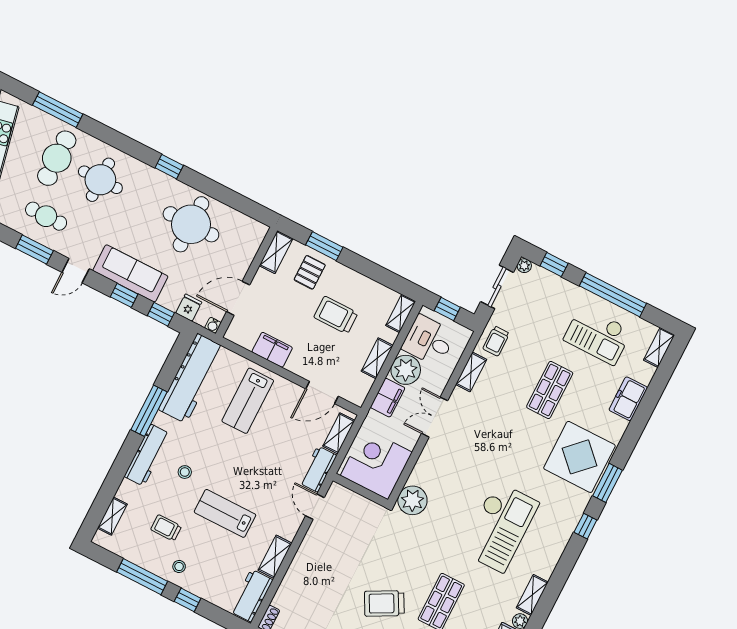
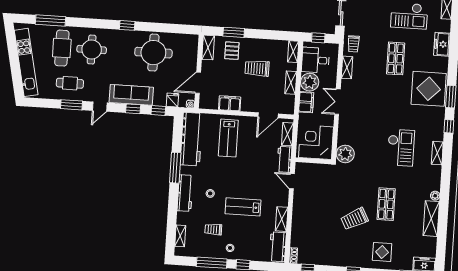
checkout: (500, 527) -> (401, 148), width x0.73, depth x0.83
shelving: (532, 595) -> (437, 153), moved

